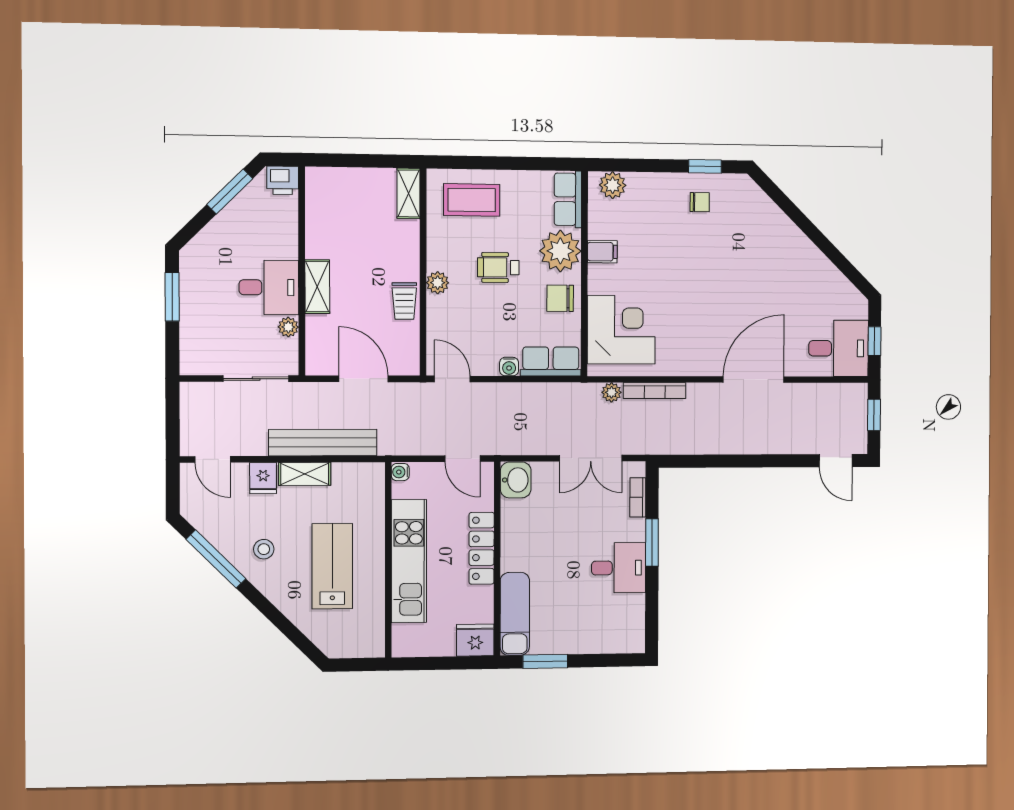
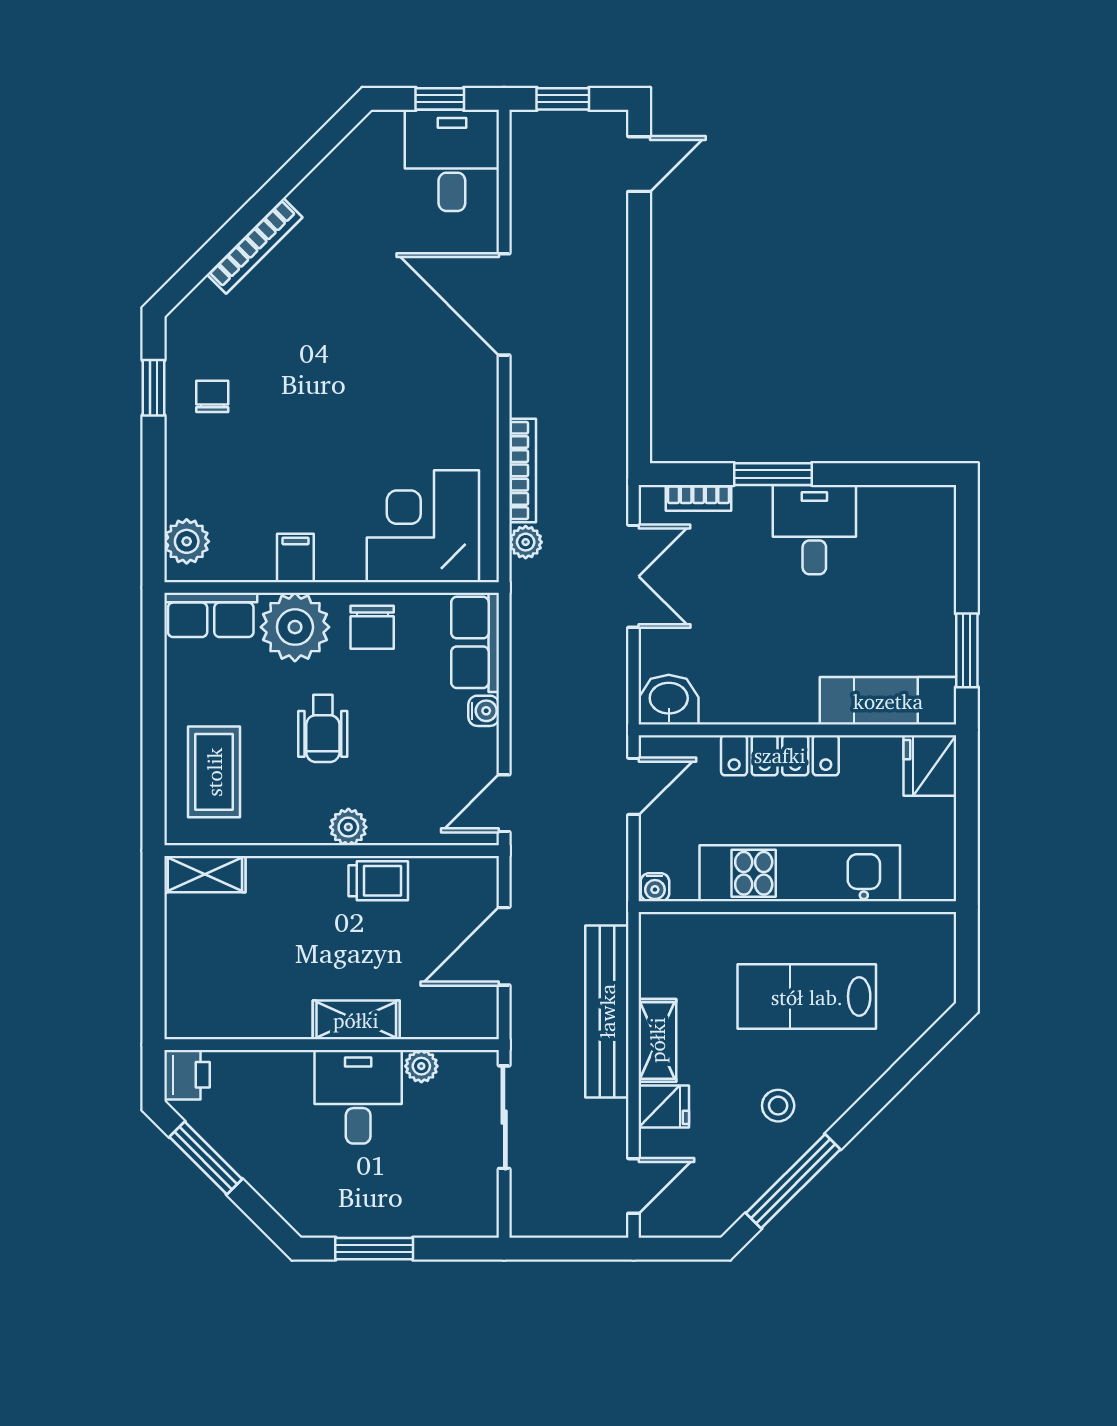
bookcase: (789, 229) -> (255, 246), added

